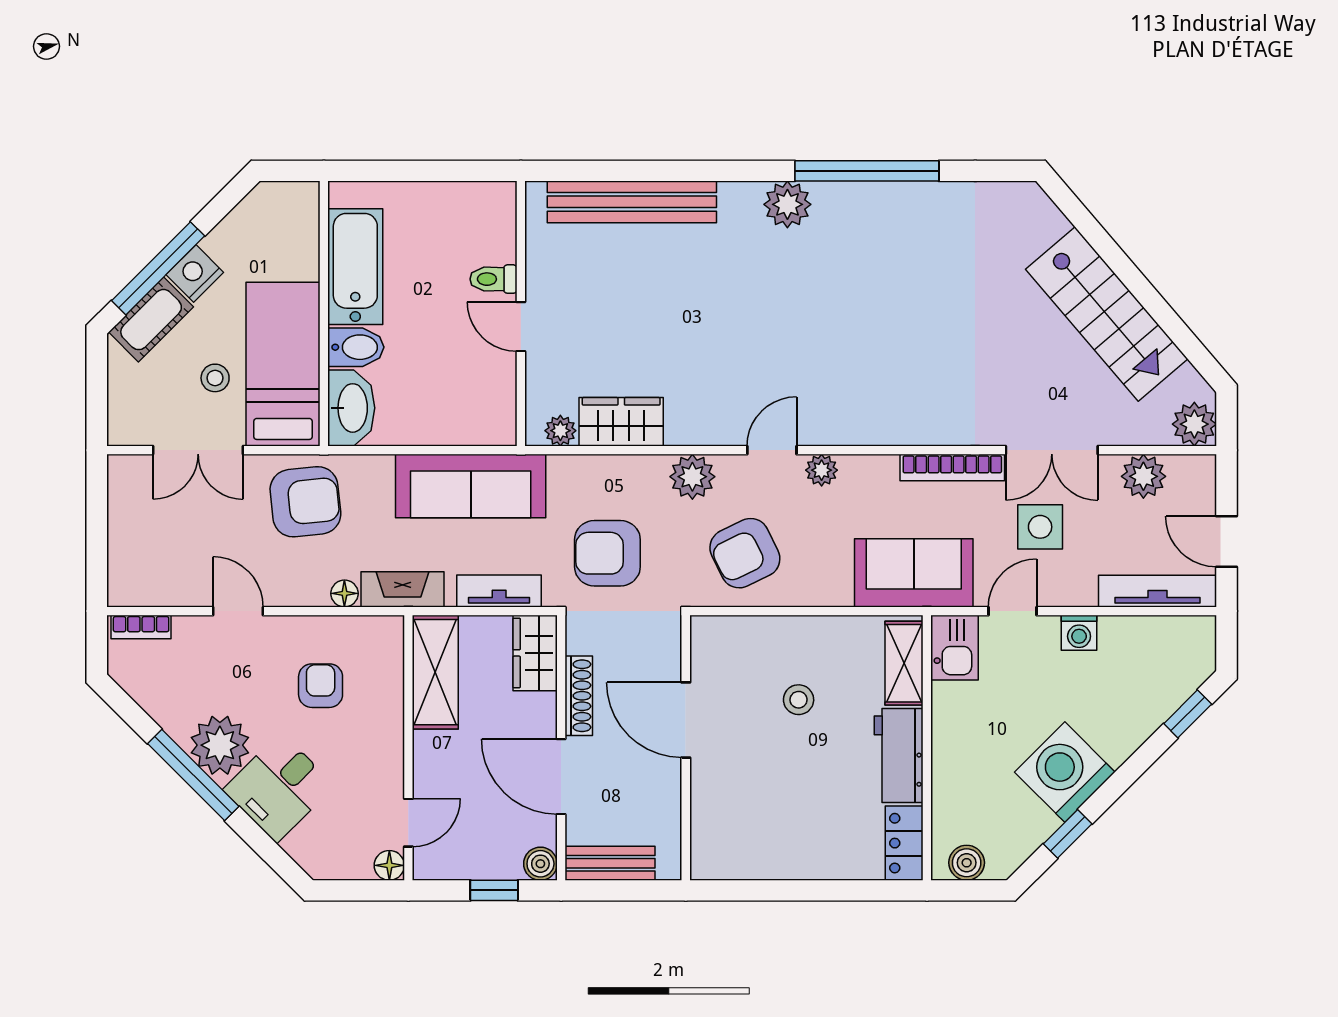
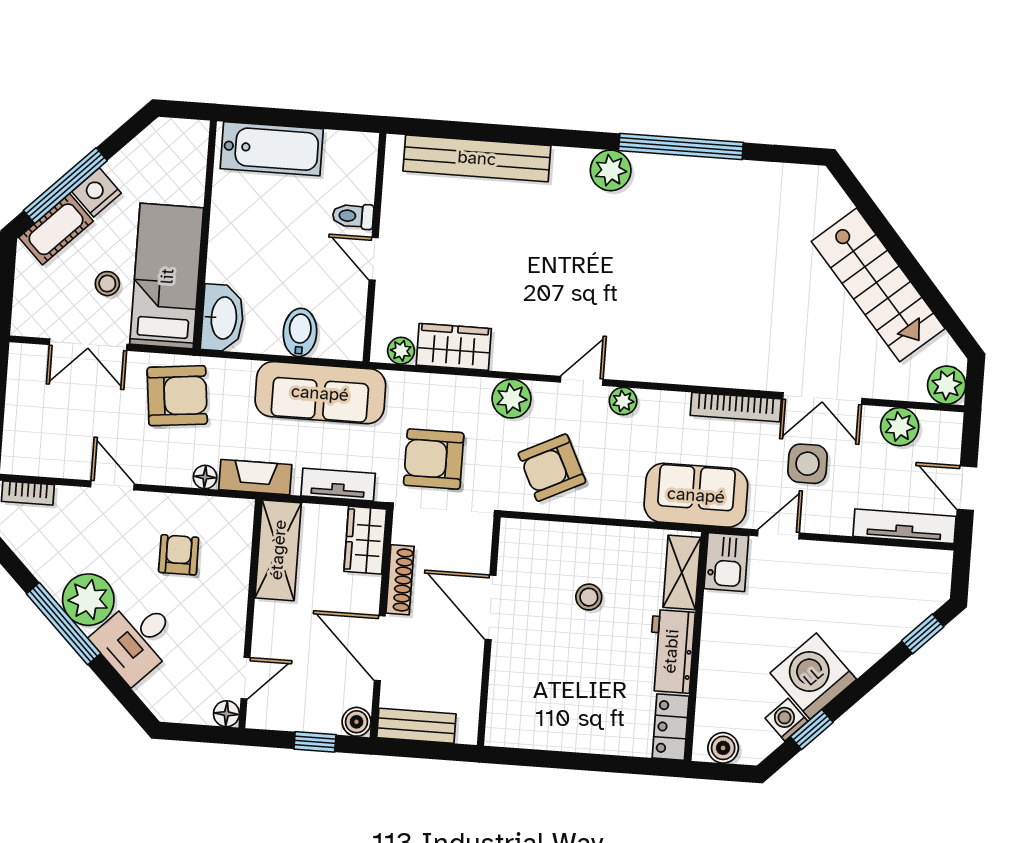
bathtub: (355, 267) -> (272, 149), moved, turned 90
bidet: (356, 347) -> (300, 332), moved, turned -90
washing machine: (1079, 633) -> (786, 720), moved, turned 135

